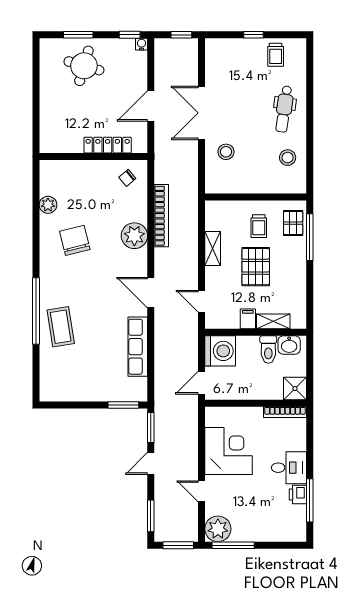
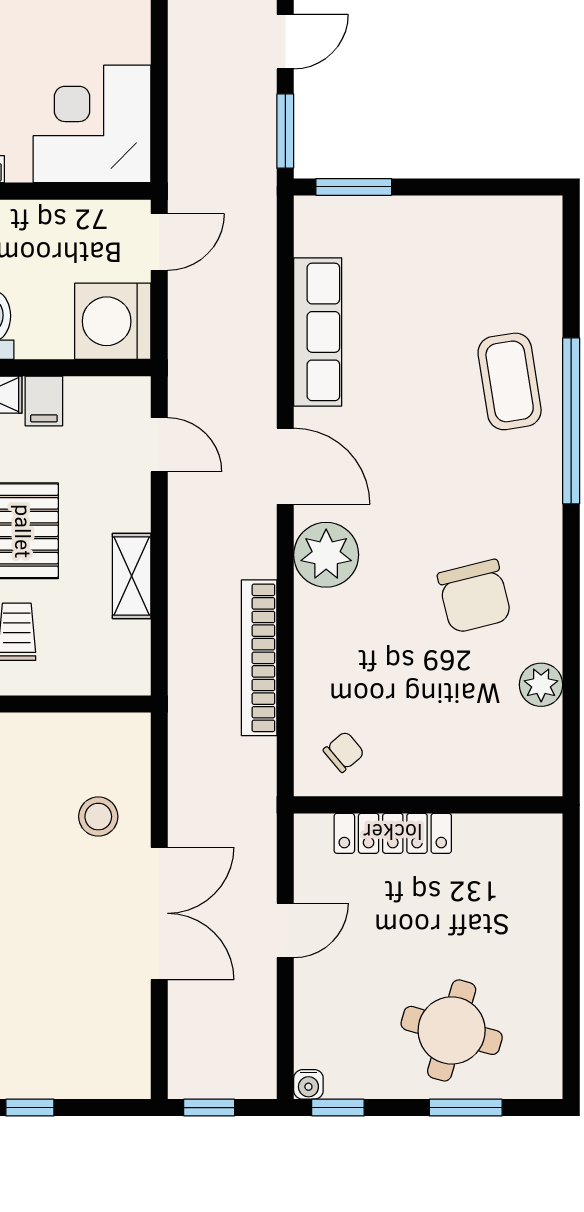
door: (151, 106) -> (285, 930), width x0.73
plant: (134, 236) -> (326, 555), moved
corner desk: (229, 451) -> (92, 124), moved, turned 90

